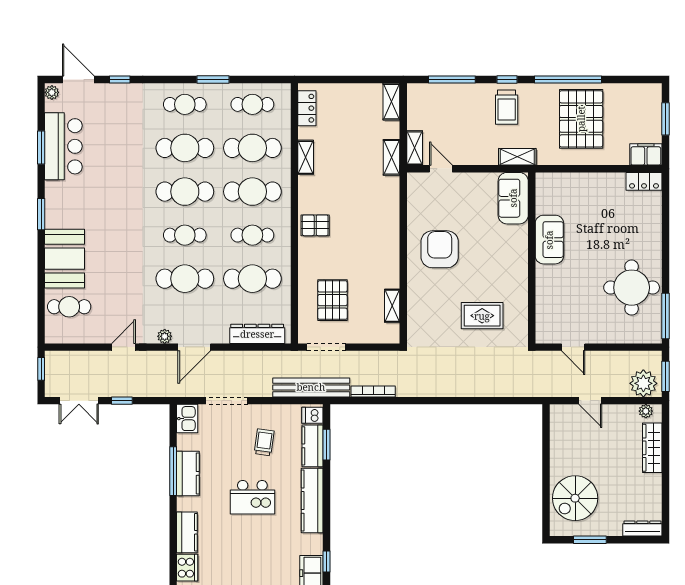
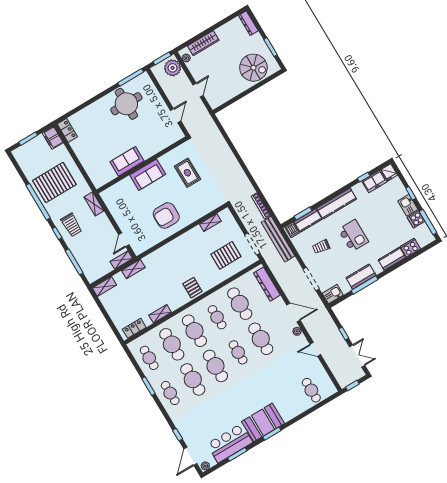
trolley: (507, 107) -> (71, 225), turned 90
sofa: (513, 198) -> (148, 175), moved
booth: (65, 259) -> (263, 422), moved

